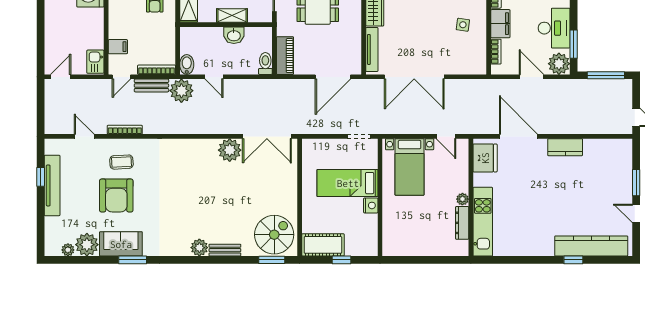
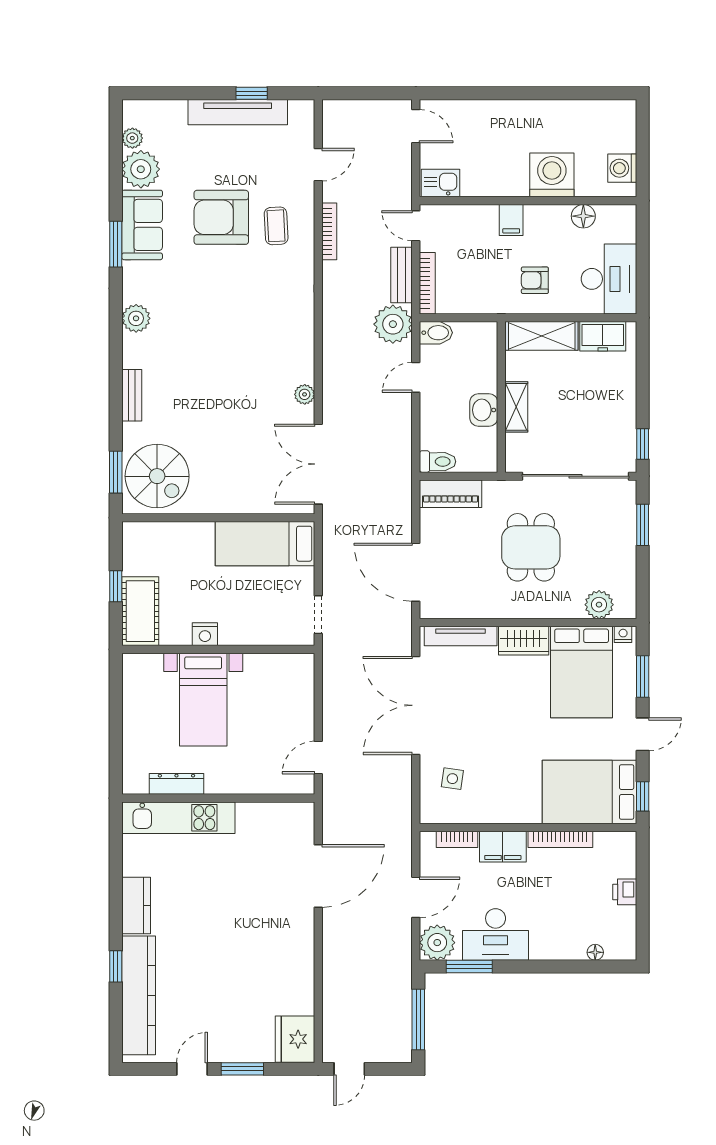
side table: (463, 25) -> (452, 779), moved
filing cabinet: (118, 47) -> (511, 220), moved
kitchen counter: (565, 147) -> (136, 905), moved, turned 180
plant: (230, 150) -> (305, 394), width x0.53, depth x0.53
fridge: (485, 158) -> (295, 1039), moved, turned 90
bed with nightstands: (410, 167) -> (203, 700), moved, turned -90
bed: (348, 183) -> (265, 544), moved, turned -90
plant: (462, 199) -> (215, 784), removed
cot: (323, 245) -> (140, 611), moved
plant: (199, 248) -> (136, 318), moved

